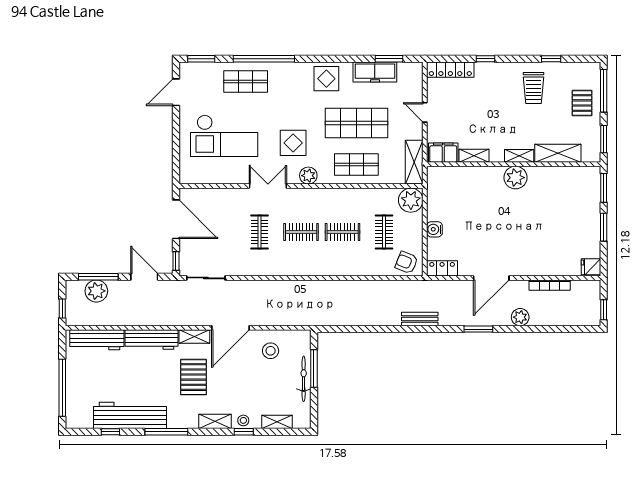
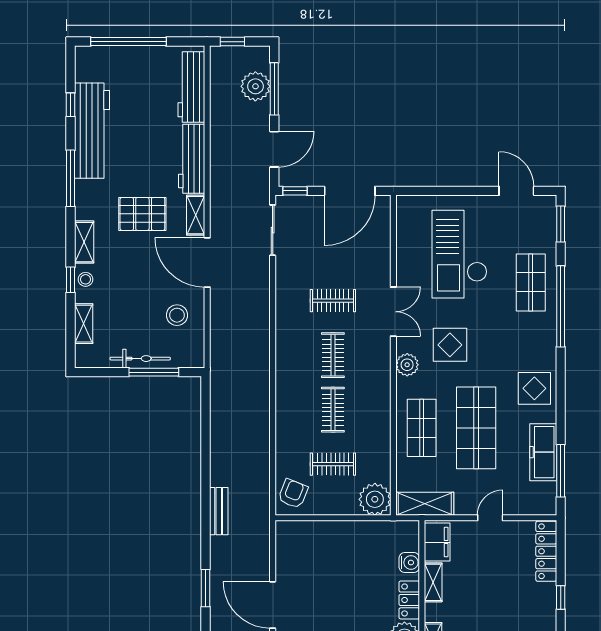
window: (389, 59) -> (561, 471), width x1.44
water cooler: (434, 229) -> (409, 563), moved, turned 90
locker: (442, 268) -> (409, 600), moved, turned 180

